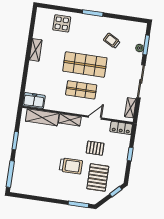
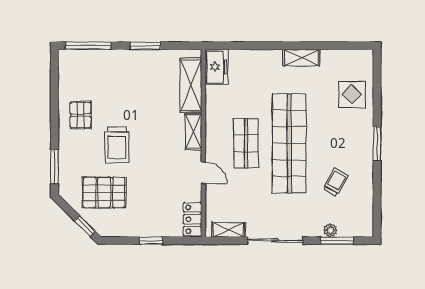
shop shelf: (85, 65) -> (289, 143), width x1.40
pallet: (95, 148) -> (80, 115), moved

